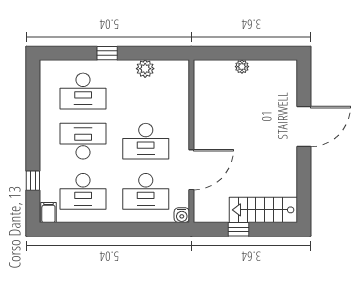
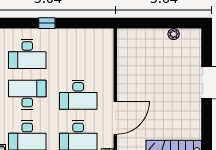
plant: (242, 67) -> (174, 34), moved
plant: (145, 69) -> (78, 36), removed

